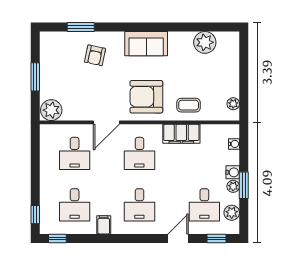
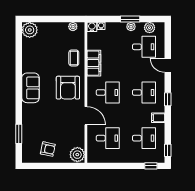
plant: (205, 42) -> (30, 30), moved
armchair: (95, 55) -> (48, 149), moved
window: (35, 77) -> (54, 166), removed
water cooler: (233, 172) -> (92, 27), moved
window: (216, 238) -> (168, 99), moved

